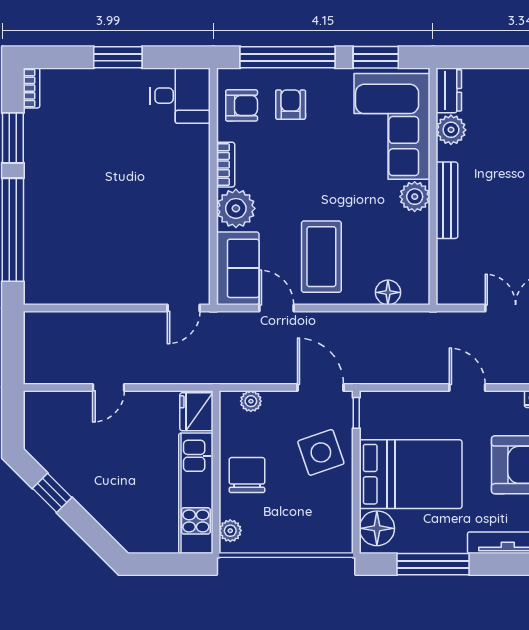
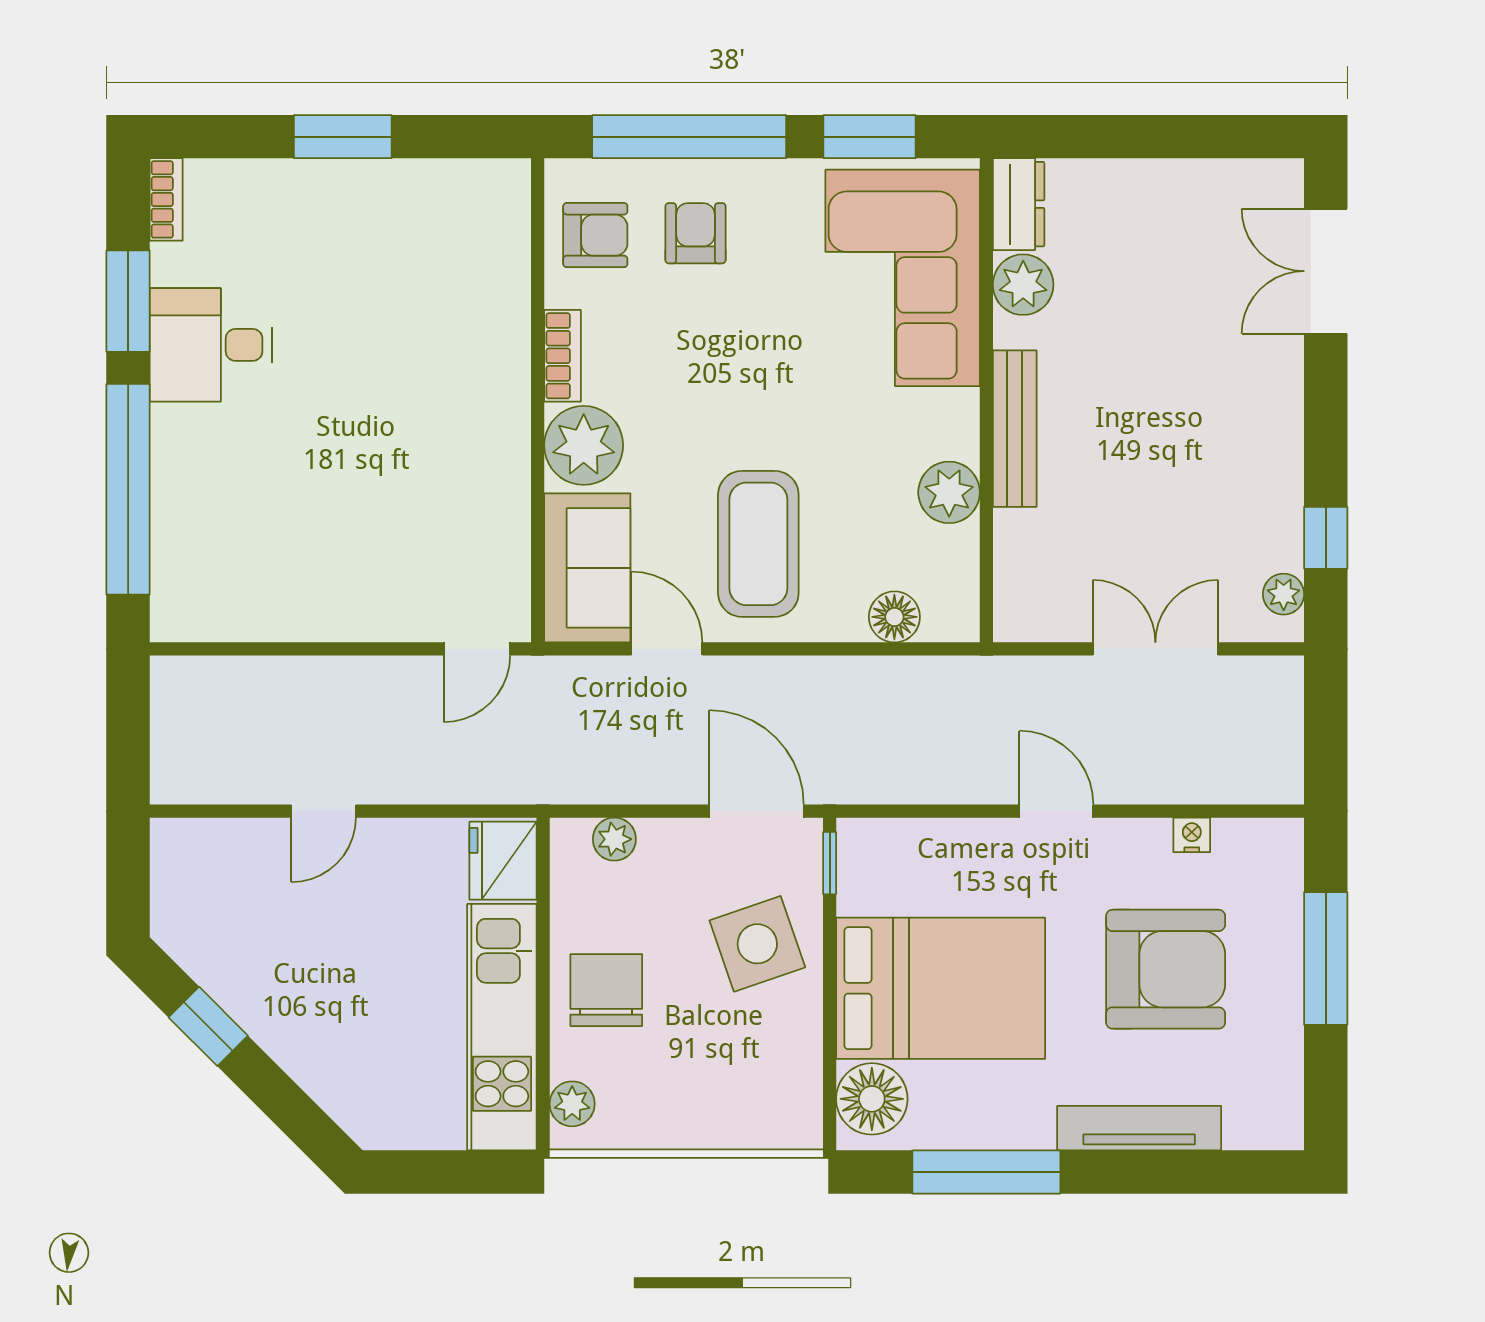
desk: (180, 96) -> (211, 345), moved, turned 180
plant: (415, 197) -> (949, 492), moved

